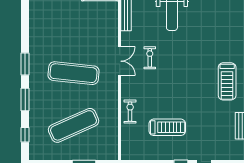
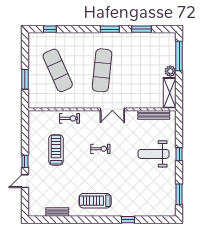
exercise bike: (150, 58) -> (100, 149), moved
window: (25, 99) -> (142, 29), moved
treadmill: (167, 127) -> (56, 150), turned 180

